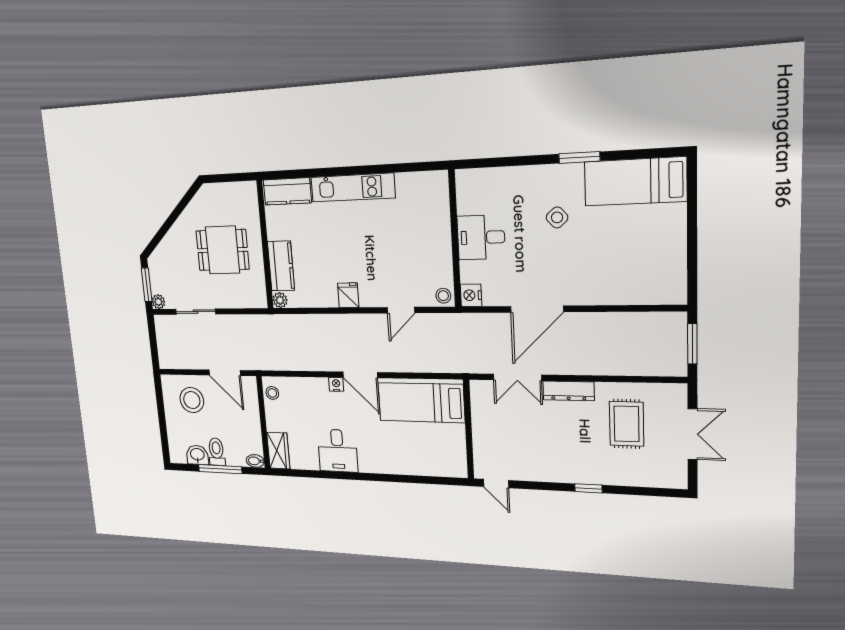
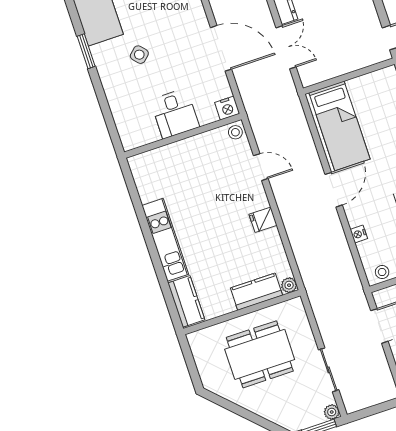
dining table: (222, 250) -> (260, 354), width x1.38
nightstand: (336, 384) -> (359, 234), moved

